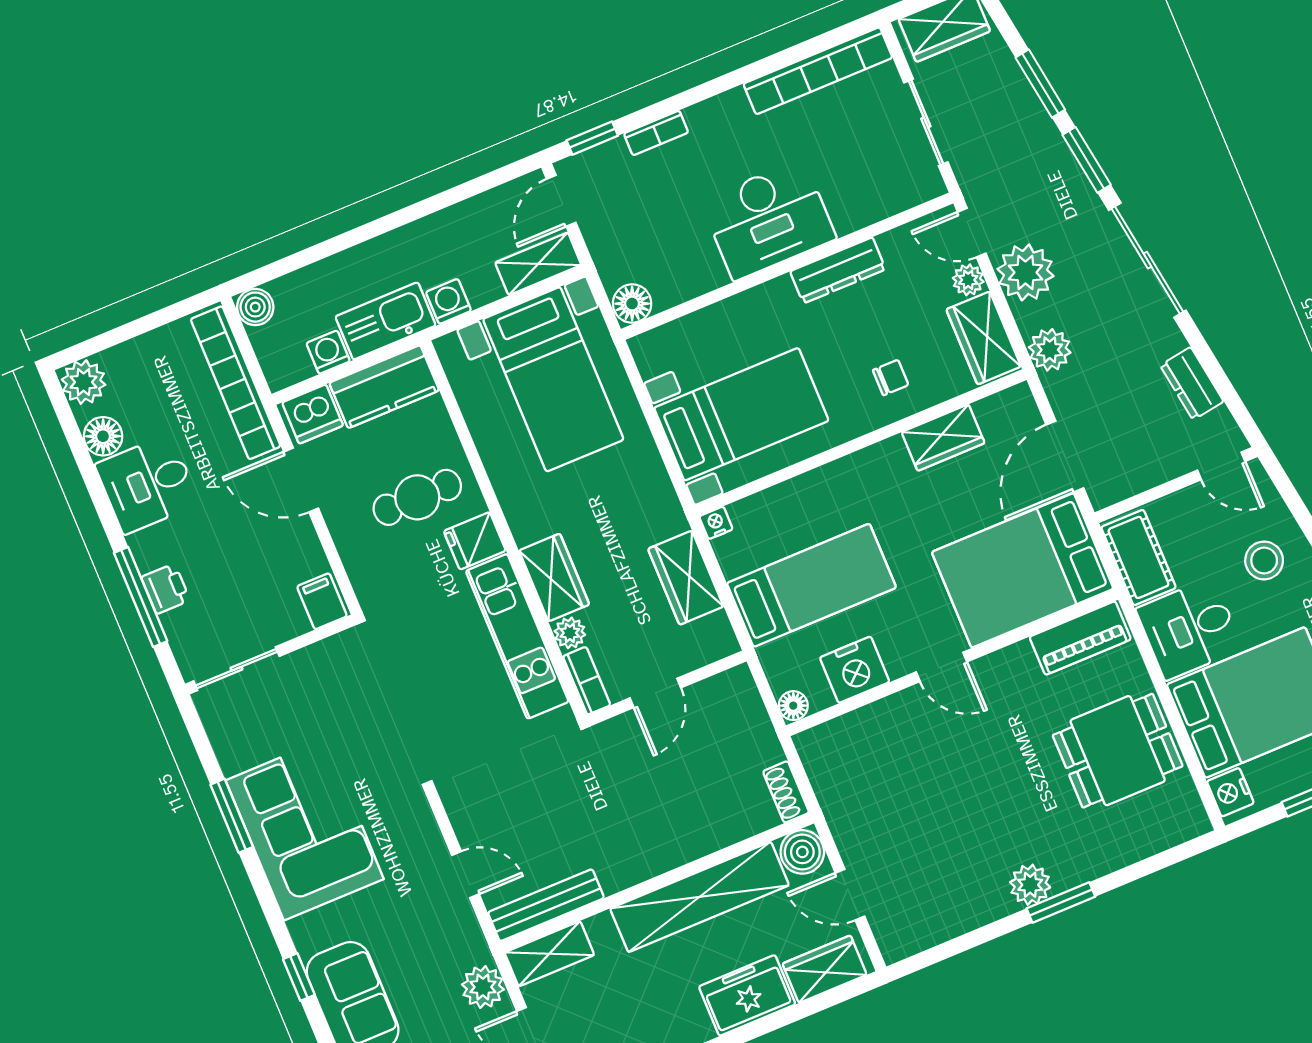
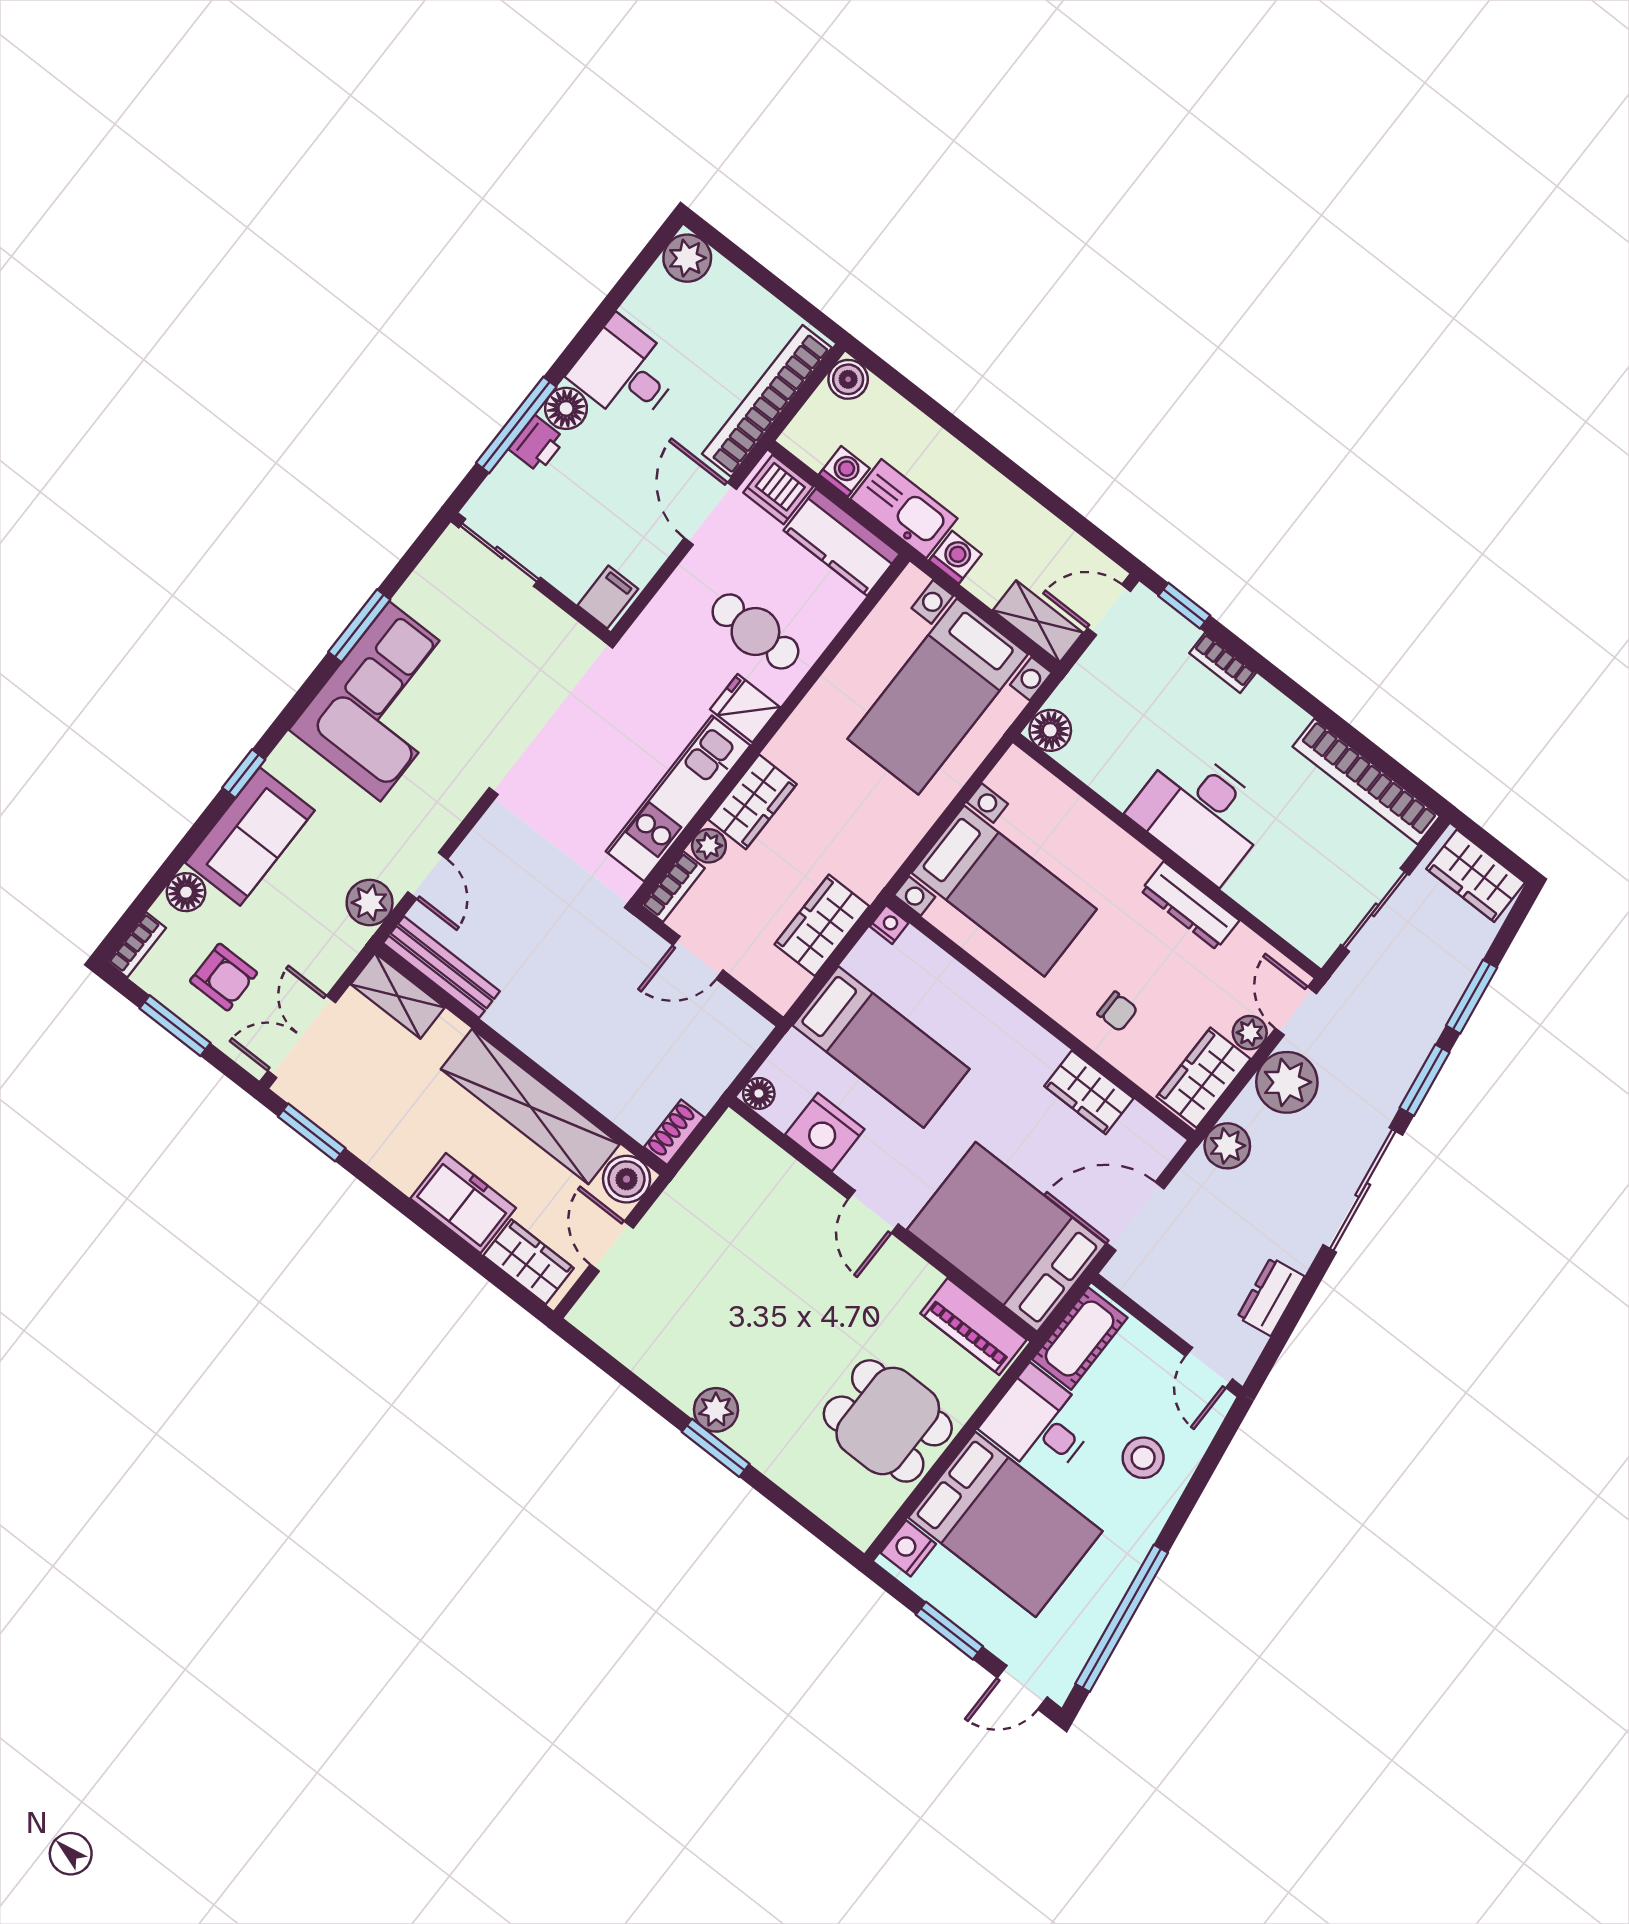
floor lamp: (103, 436) -> (566, 408), moved
plant: (483, 987) -> (370, 903), moved

